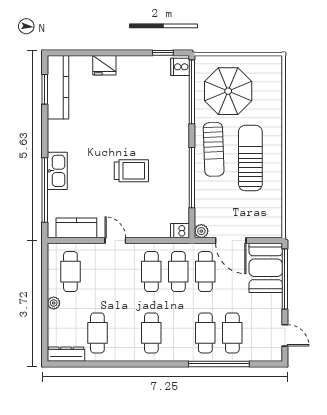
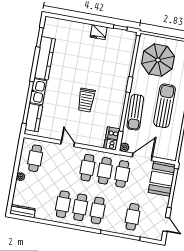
fridge: (104, 65) -> (99, 32), moved
cooker: (180, 67) -> (113, 133), moved
kitchen counter: (58, 87) -> (45, 58), moved
sun lounger: (214, 149) -> (135, 112), moved
trolley: (131, 171) -> (86, 100), turned 90
kitchen counter: (76, 228) -> (34, 118), moved, turned 90
door: (231, 241) -> (142, 157), swing flipped
cafe table: (97, 333) -> (63, 204), moved
cafe table: (205, 333) -> (98, 210), moved

